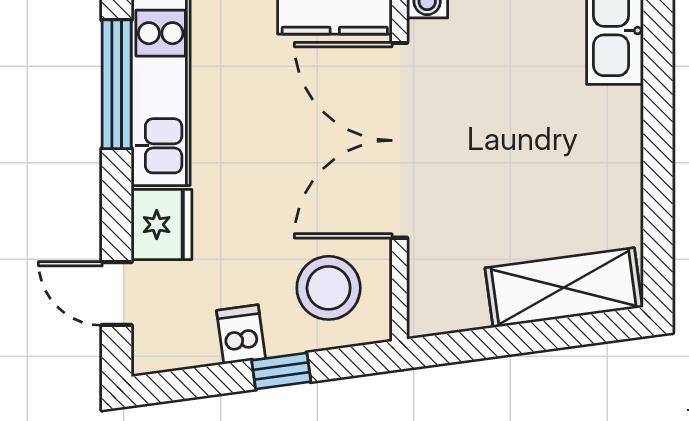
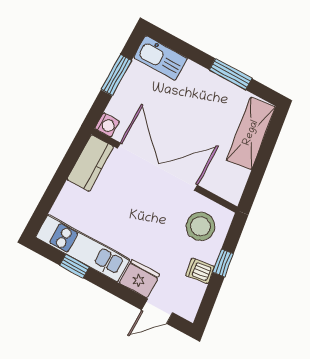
window: (117, 84) -> (74, 266), width x0.46
double door: (399, 140) -> (157, 167), swing flipped
window: (658, 185) -> (230, 74), added

